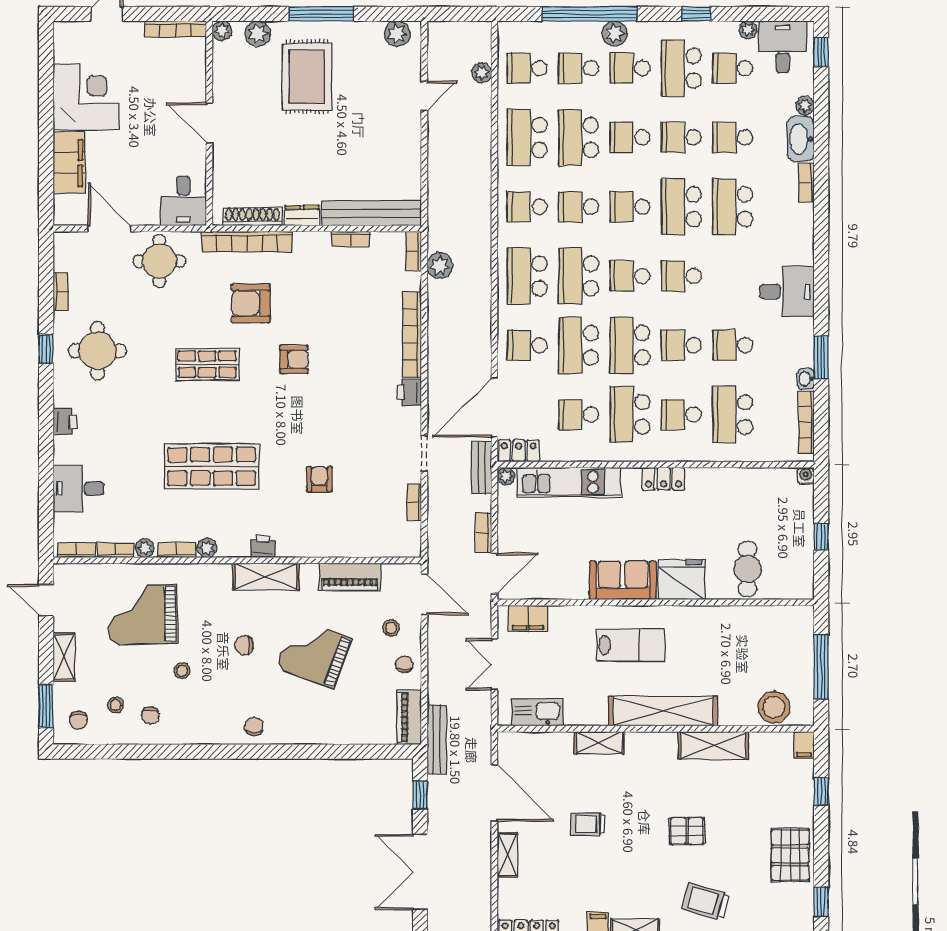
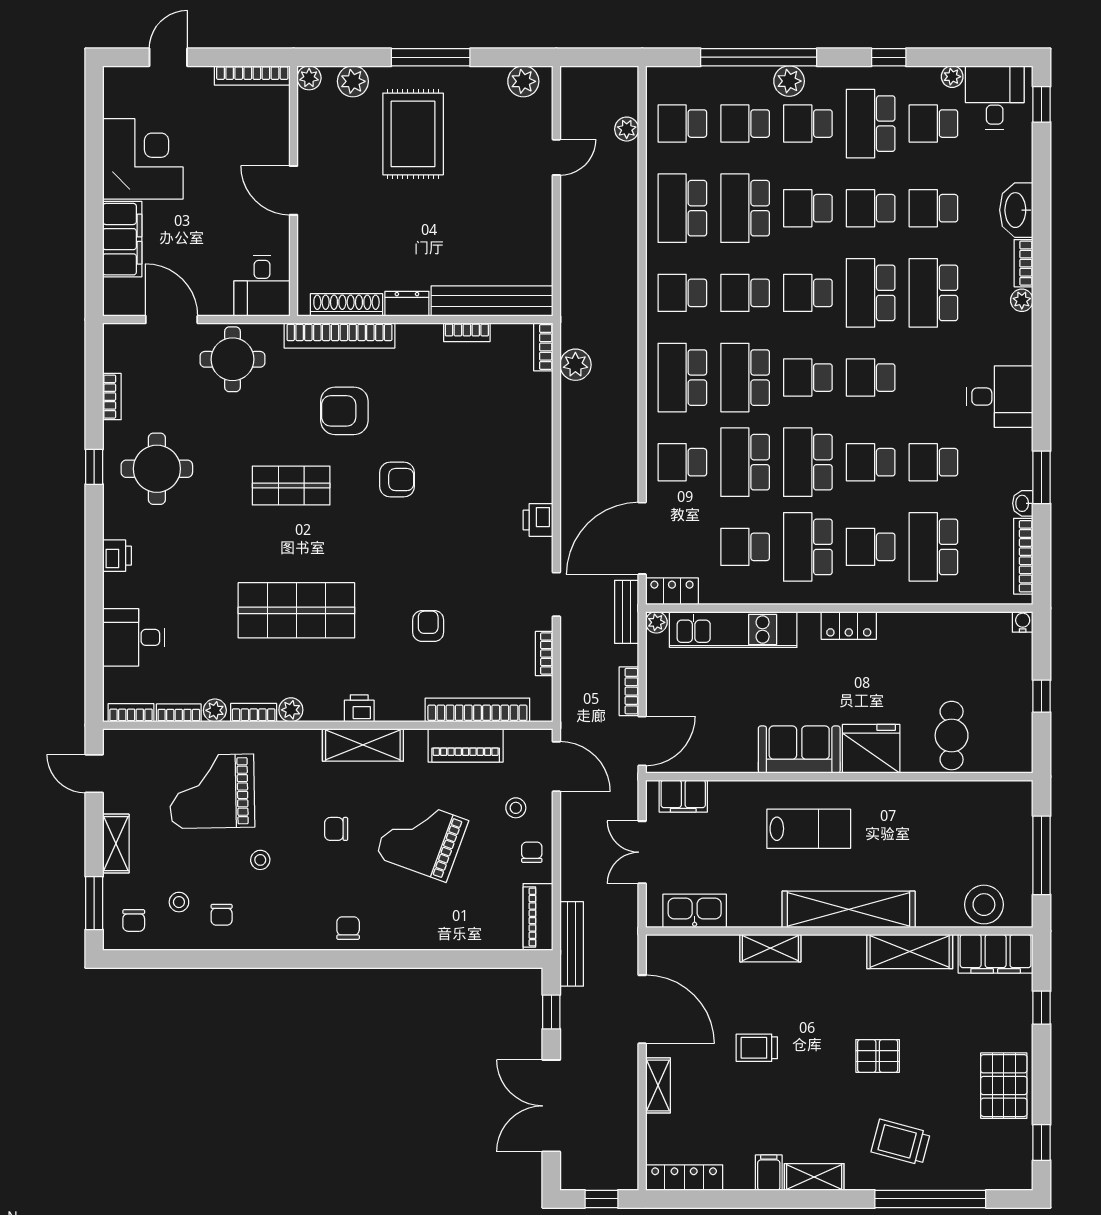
plant: (805, 106) -> (1022, 300), moved
bookcase: (412, 334) -> (477, 710), moved, turned 90
filing cabinet: (804, 745) -> (996, 954), width x3.00, depth x1.17

